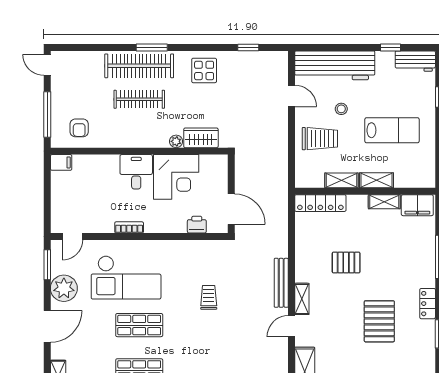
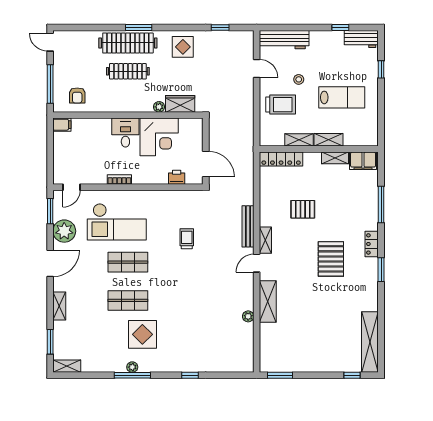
workbench: (335, 65) -> (284, 40), width x0.73, depth x0.76

